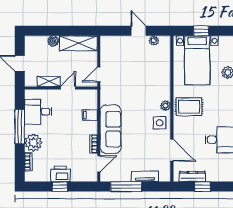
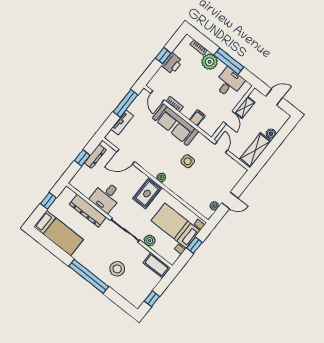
side table: (160, 123) -> (188, 161), moved

